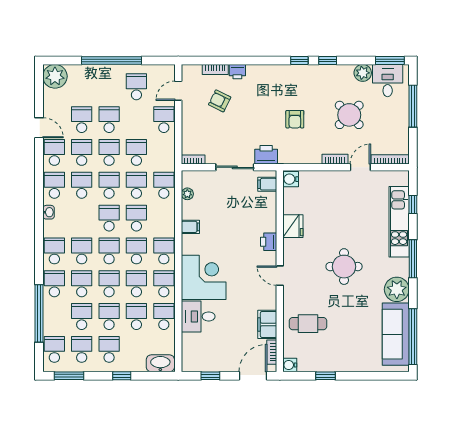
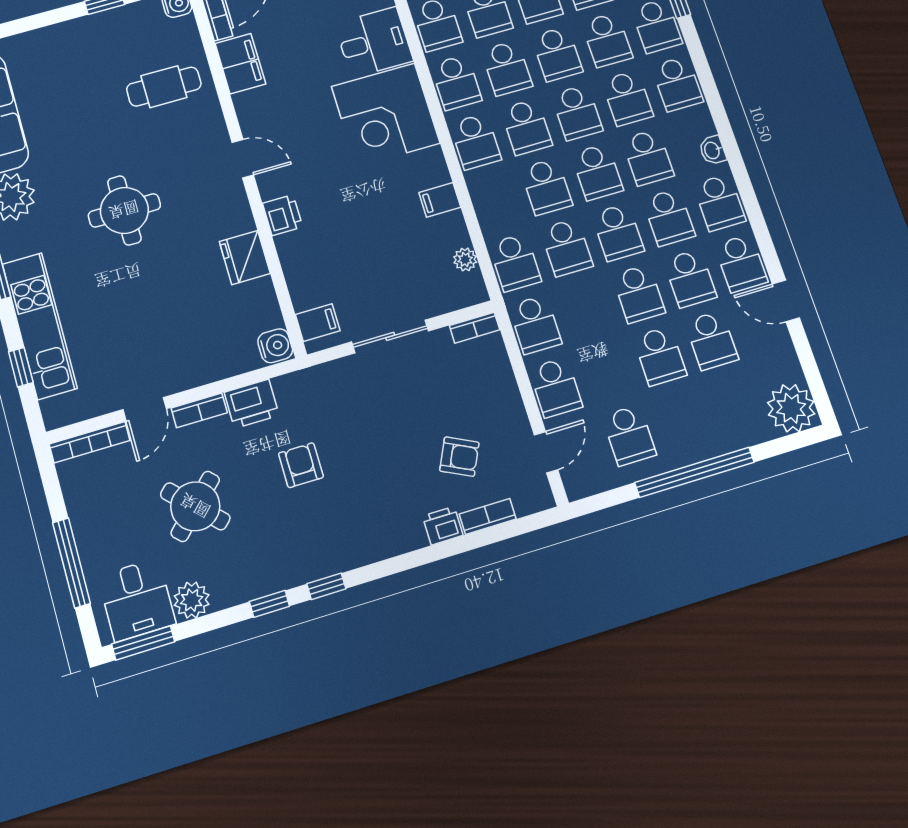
school desk: (136, 152) -> (535, 325), moved
printer: (266, 155) -> (252, 404), moved
school desk: (82, 218) -> (648, 157), added

